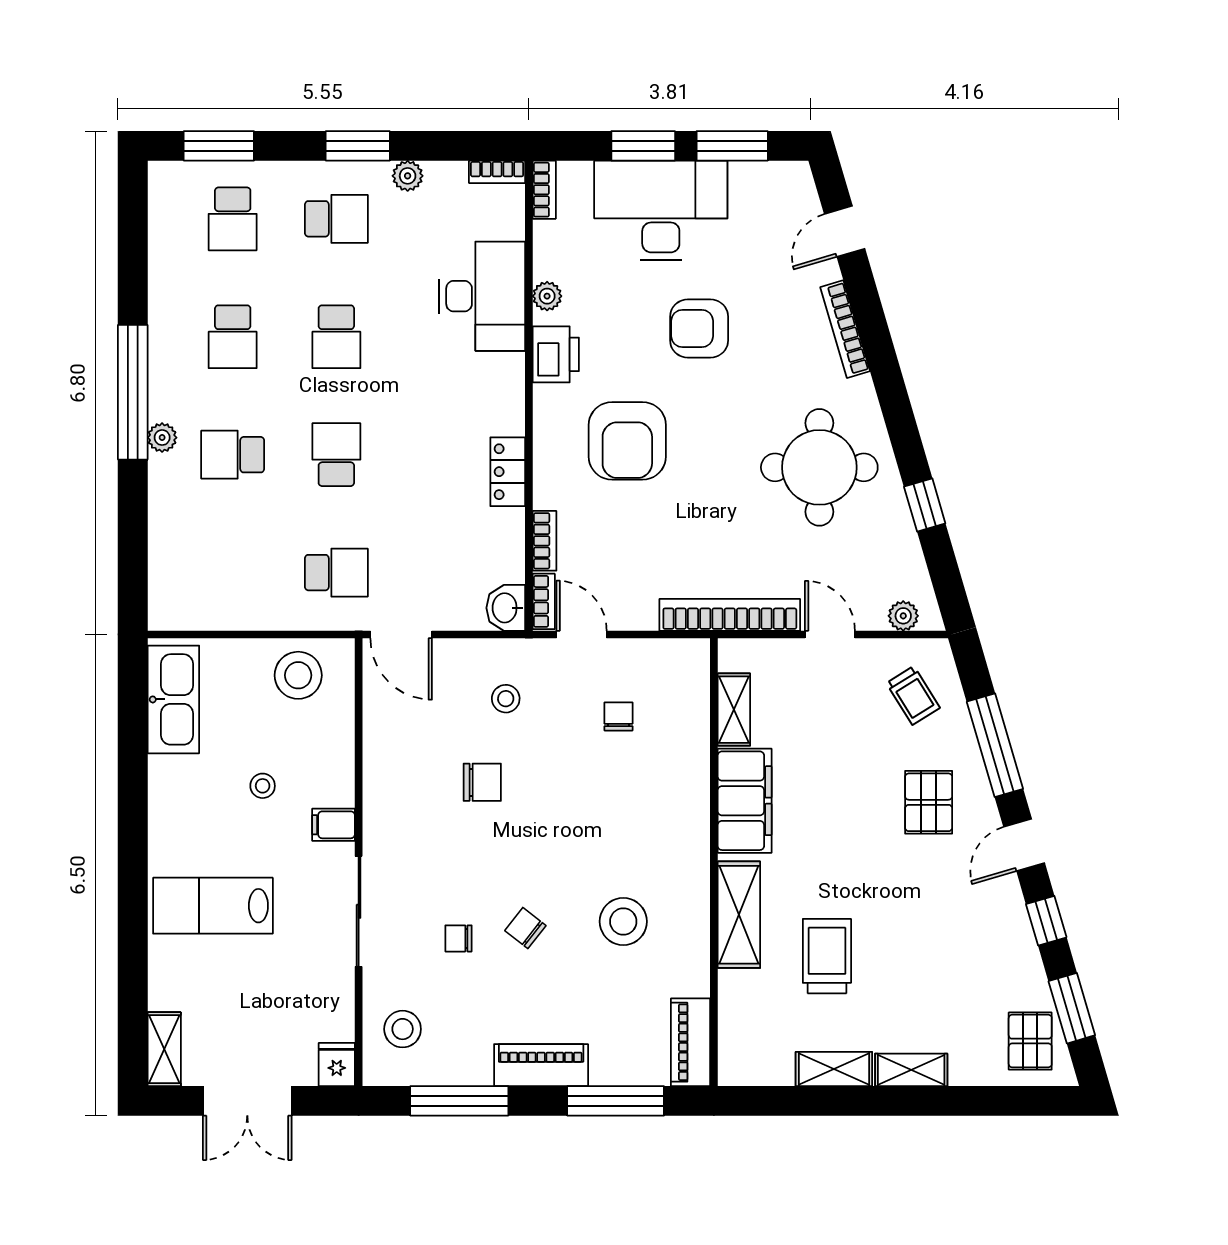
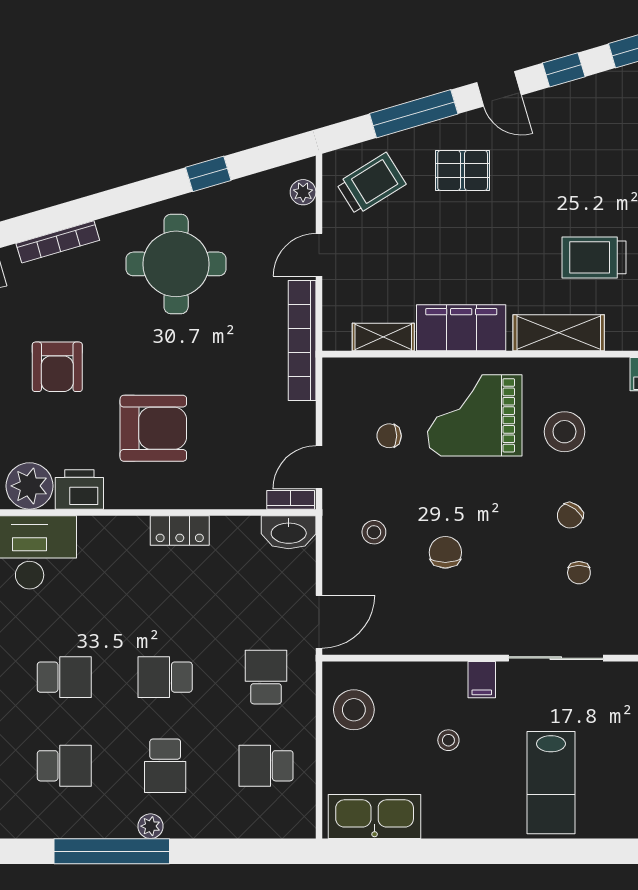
plant: (547, 296) -> (30, 486), width x1.87, depth x1.87
bookcase: (544, 541) -> (239, 499), removed
school desk: (233, 573) -> (266, 766), added
washbasin: (506, 608) -> (289, 532), width x1.38
trolley: (913, 695) -> (371, 184), width x1.36, depth x1.39
grand piano: (642, 817) -> (475, 415), added

